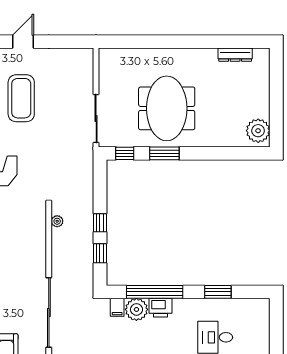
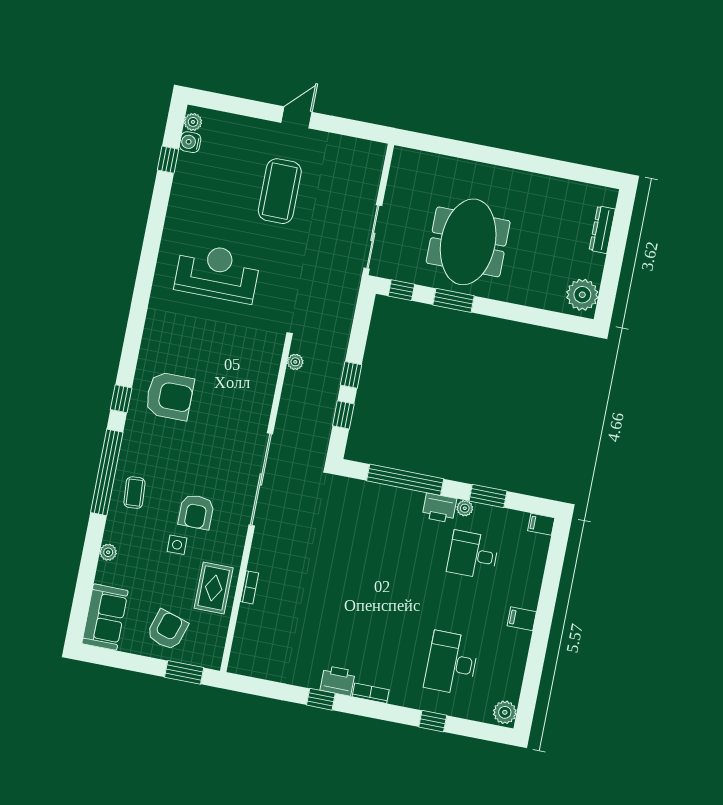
dresser: (235, 55) -> (602, 230), moved, turned 90
filing cabinet: (117, 307) -> (541, 524), moved, turned 90
printer: (160, 308) -> (439, 508), moved
plant: (136, 309) -> (465, 508), moved, width x0.53, depth x0.53

